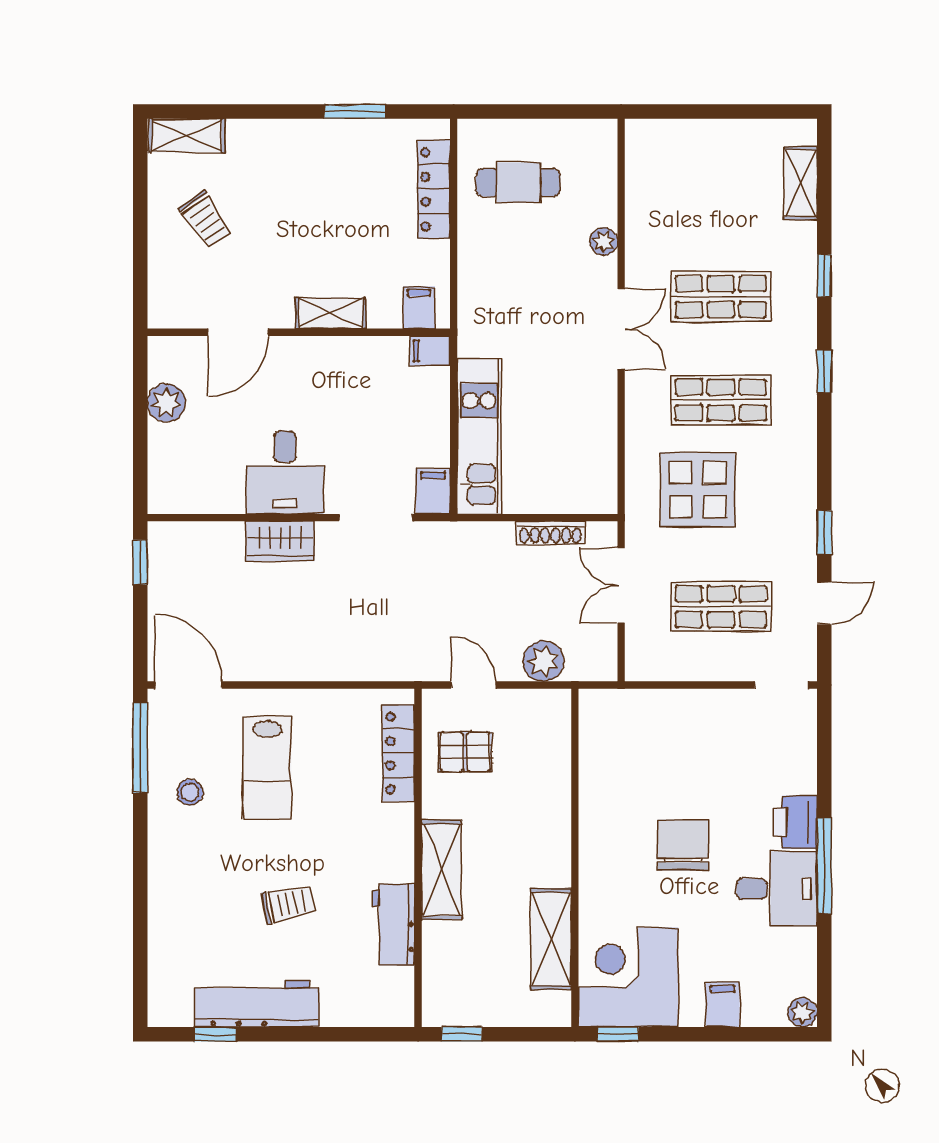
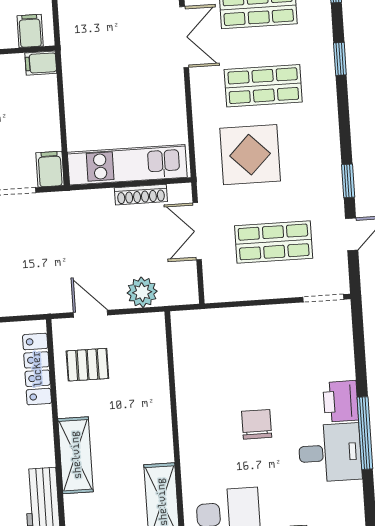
kitchen unit: (479, 436) -> (127, 165), moved, turned -90
chair: (683, 845) -> (257, 424), width x0.73, depth x0.73

